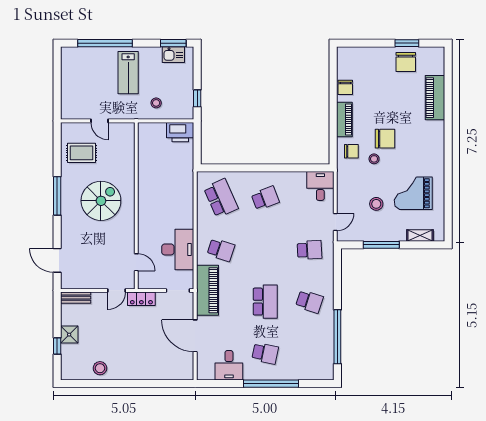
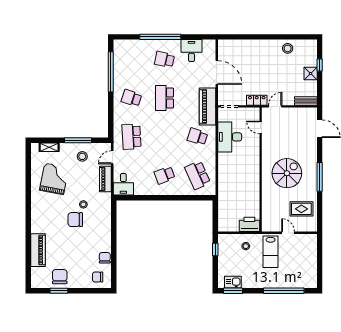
lab bench: (128, 73) -> (271, 252), moved, turned 180
piano: (344, 120) -> (105, 179), moved
printer: (180, 132) -> (249, 224), moved
chair: (351, 151) -> (98, 277), moved
grand piano: (413, 193) -> (54, 179), turned -79
spiral stairs: (101, 201) -> (287, 173), turned 180
stool: (376, 204) -> (82, 156), moved
school desk: (309, 250) -> (131, 137), width x1.85

